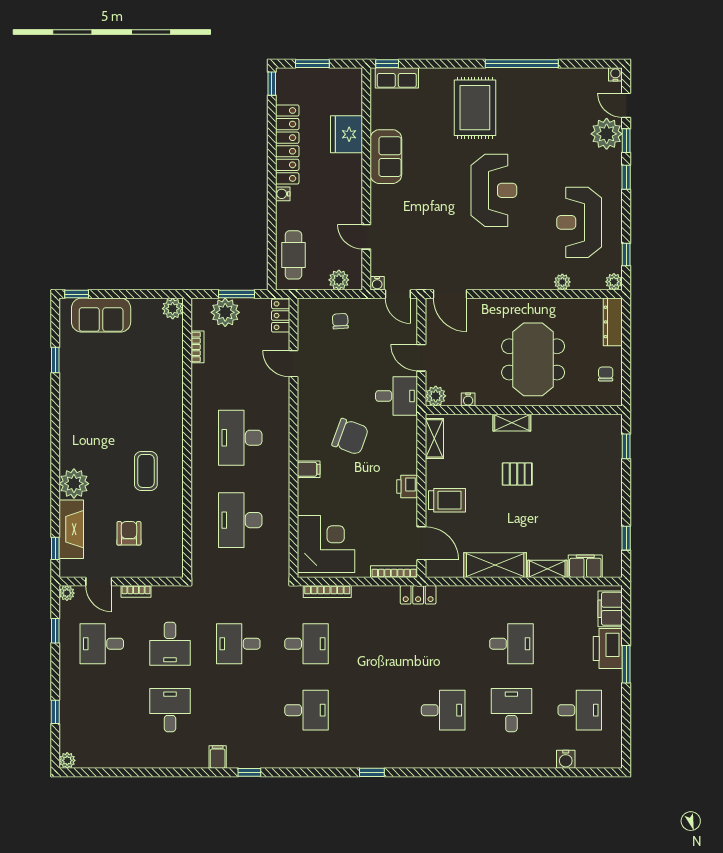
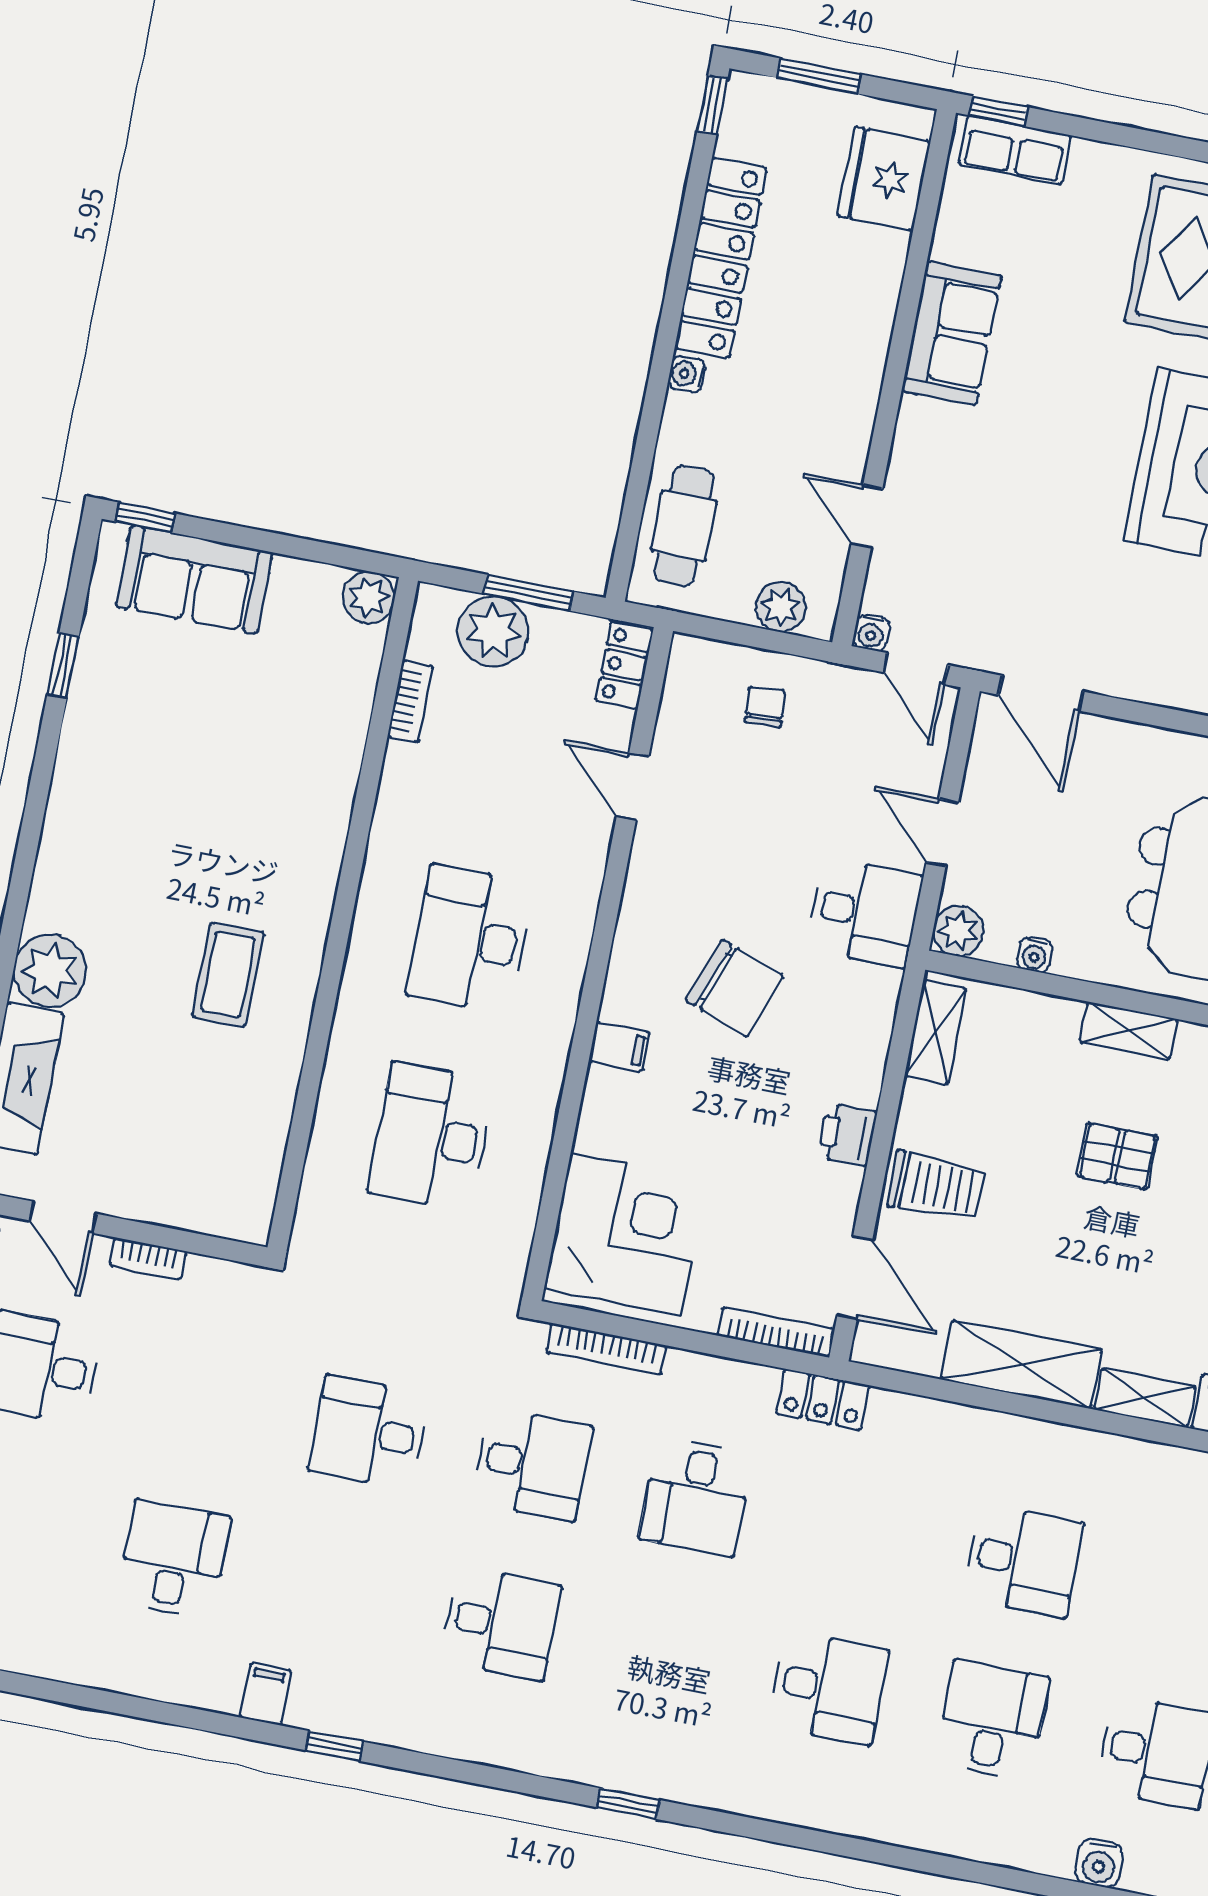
fridge: (347, 134) -> (884, 179), moved
armchair: (129, 533) -> (158, 1116), removed
desk: (170, 644) -> (696, 1496), moved

